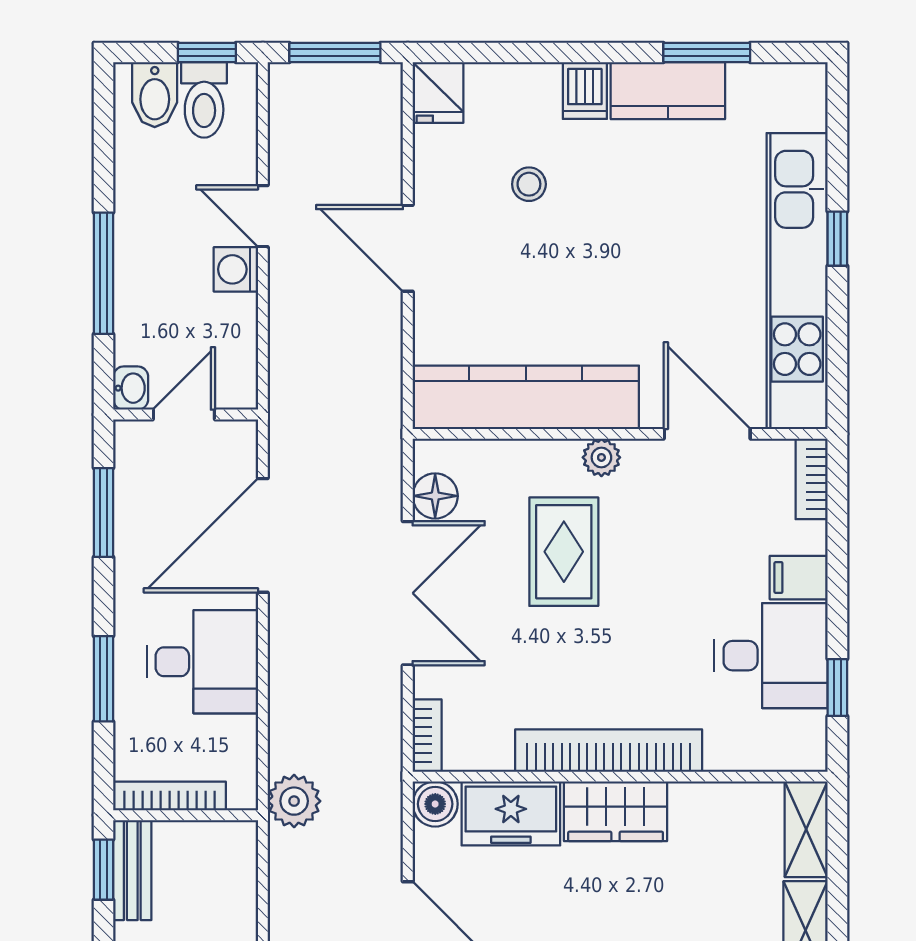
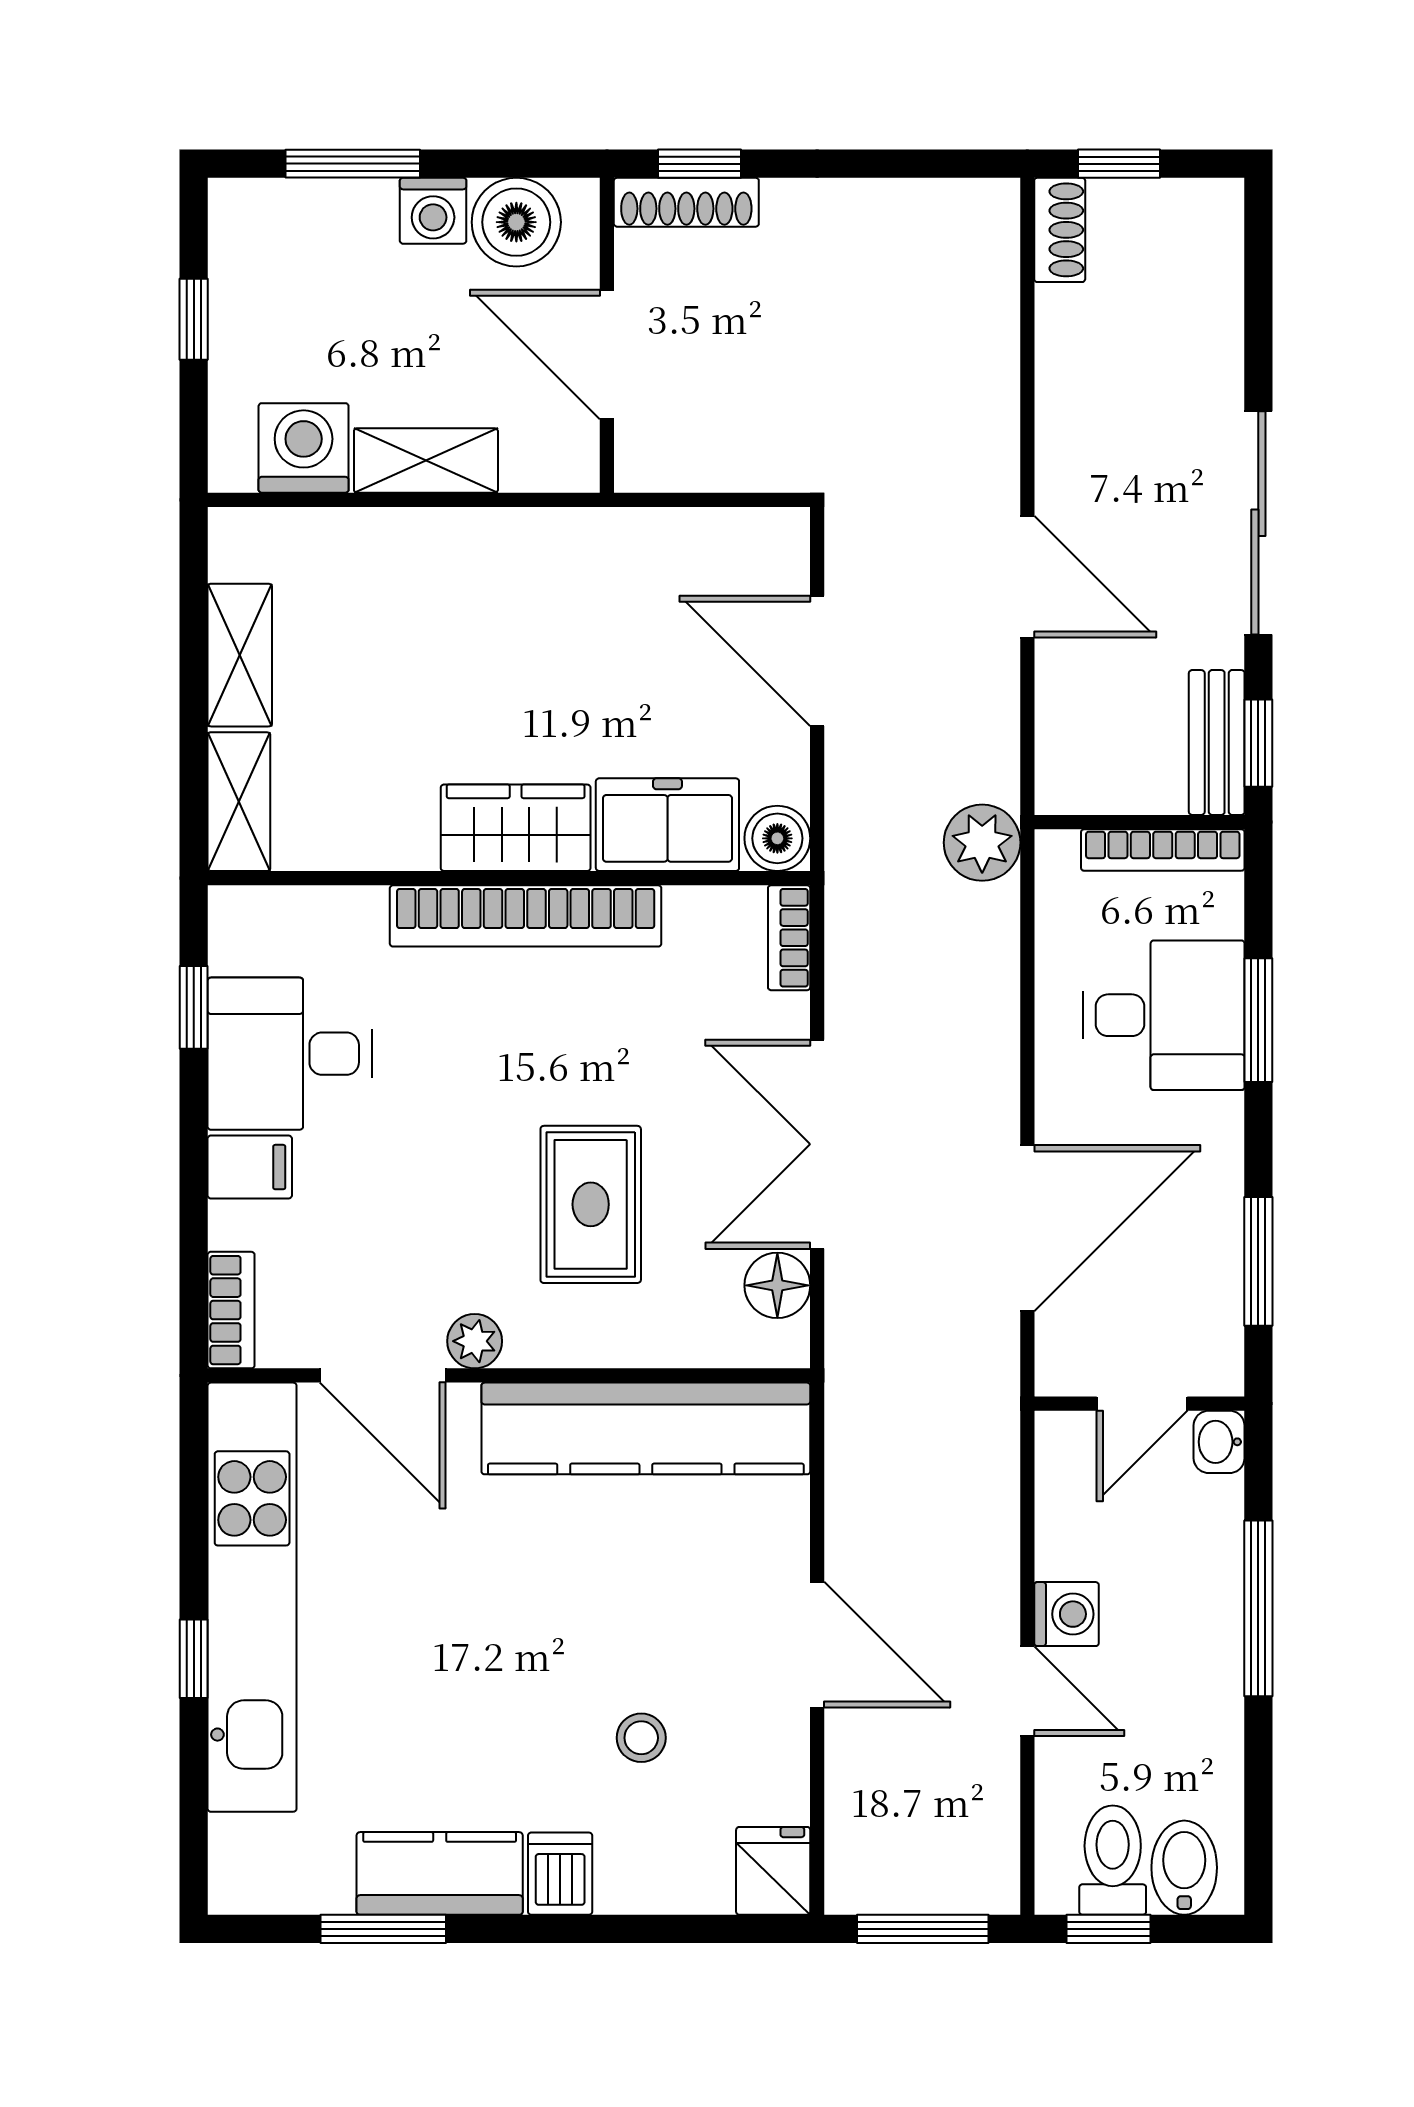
plant: (601, 457) -> (475, 1341), moved
desk: (202, 662) -> (1164, 1015), moved, turned 180

